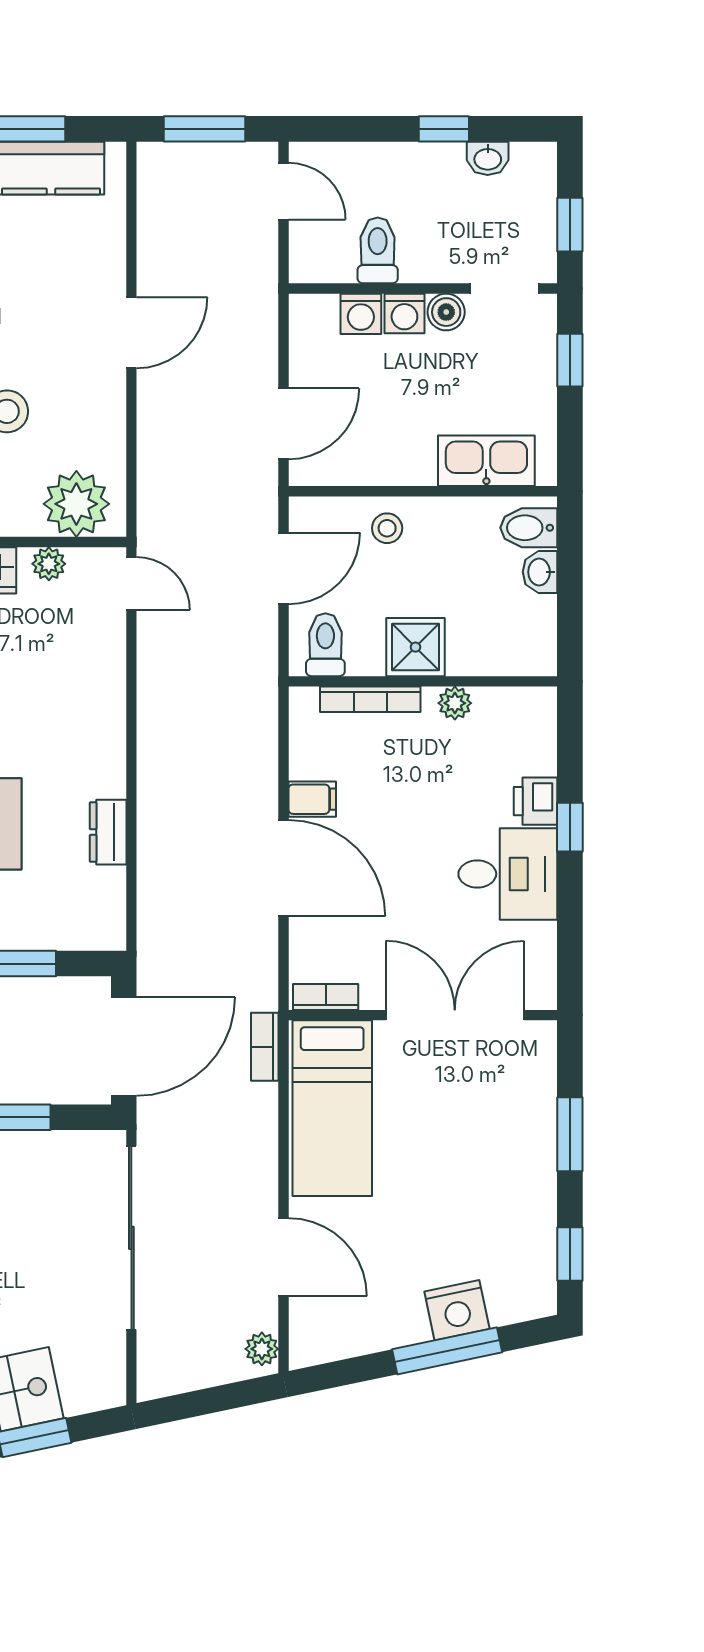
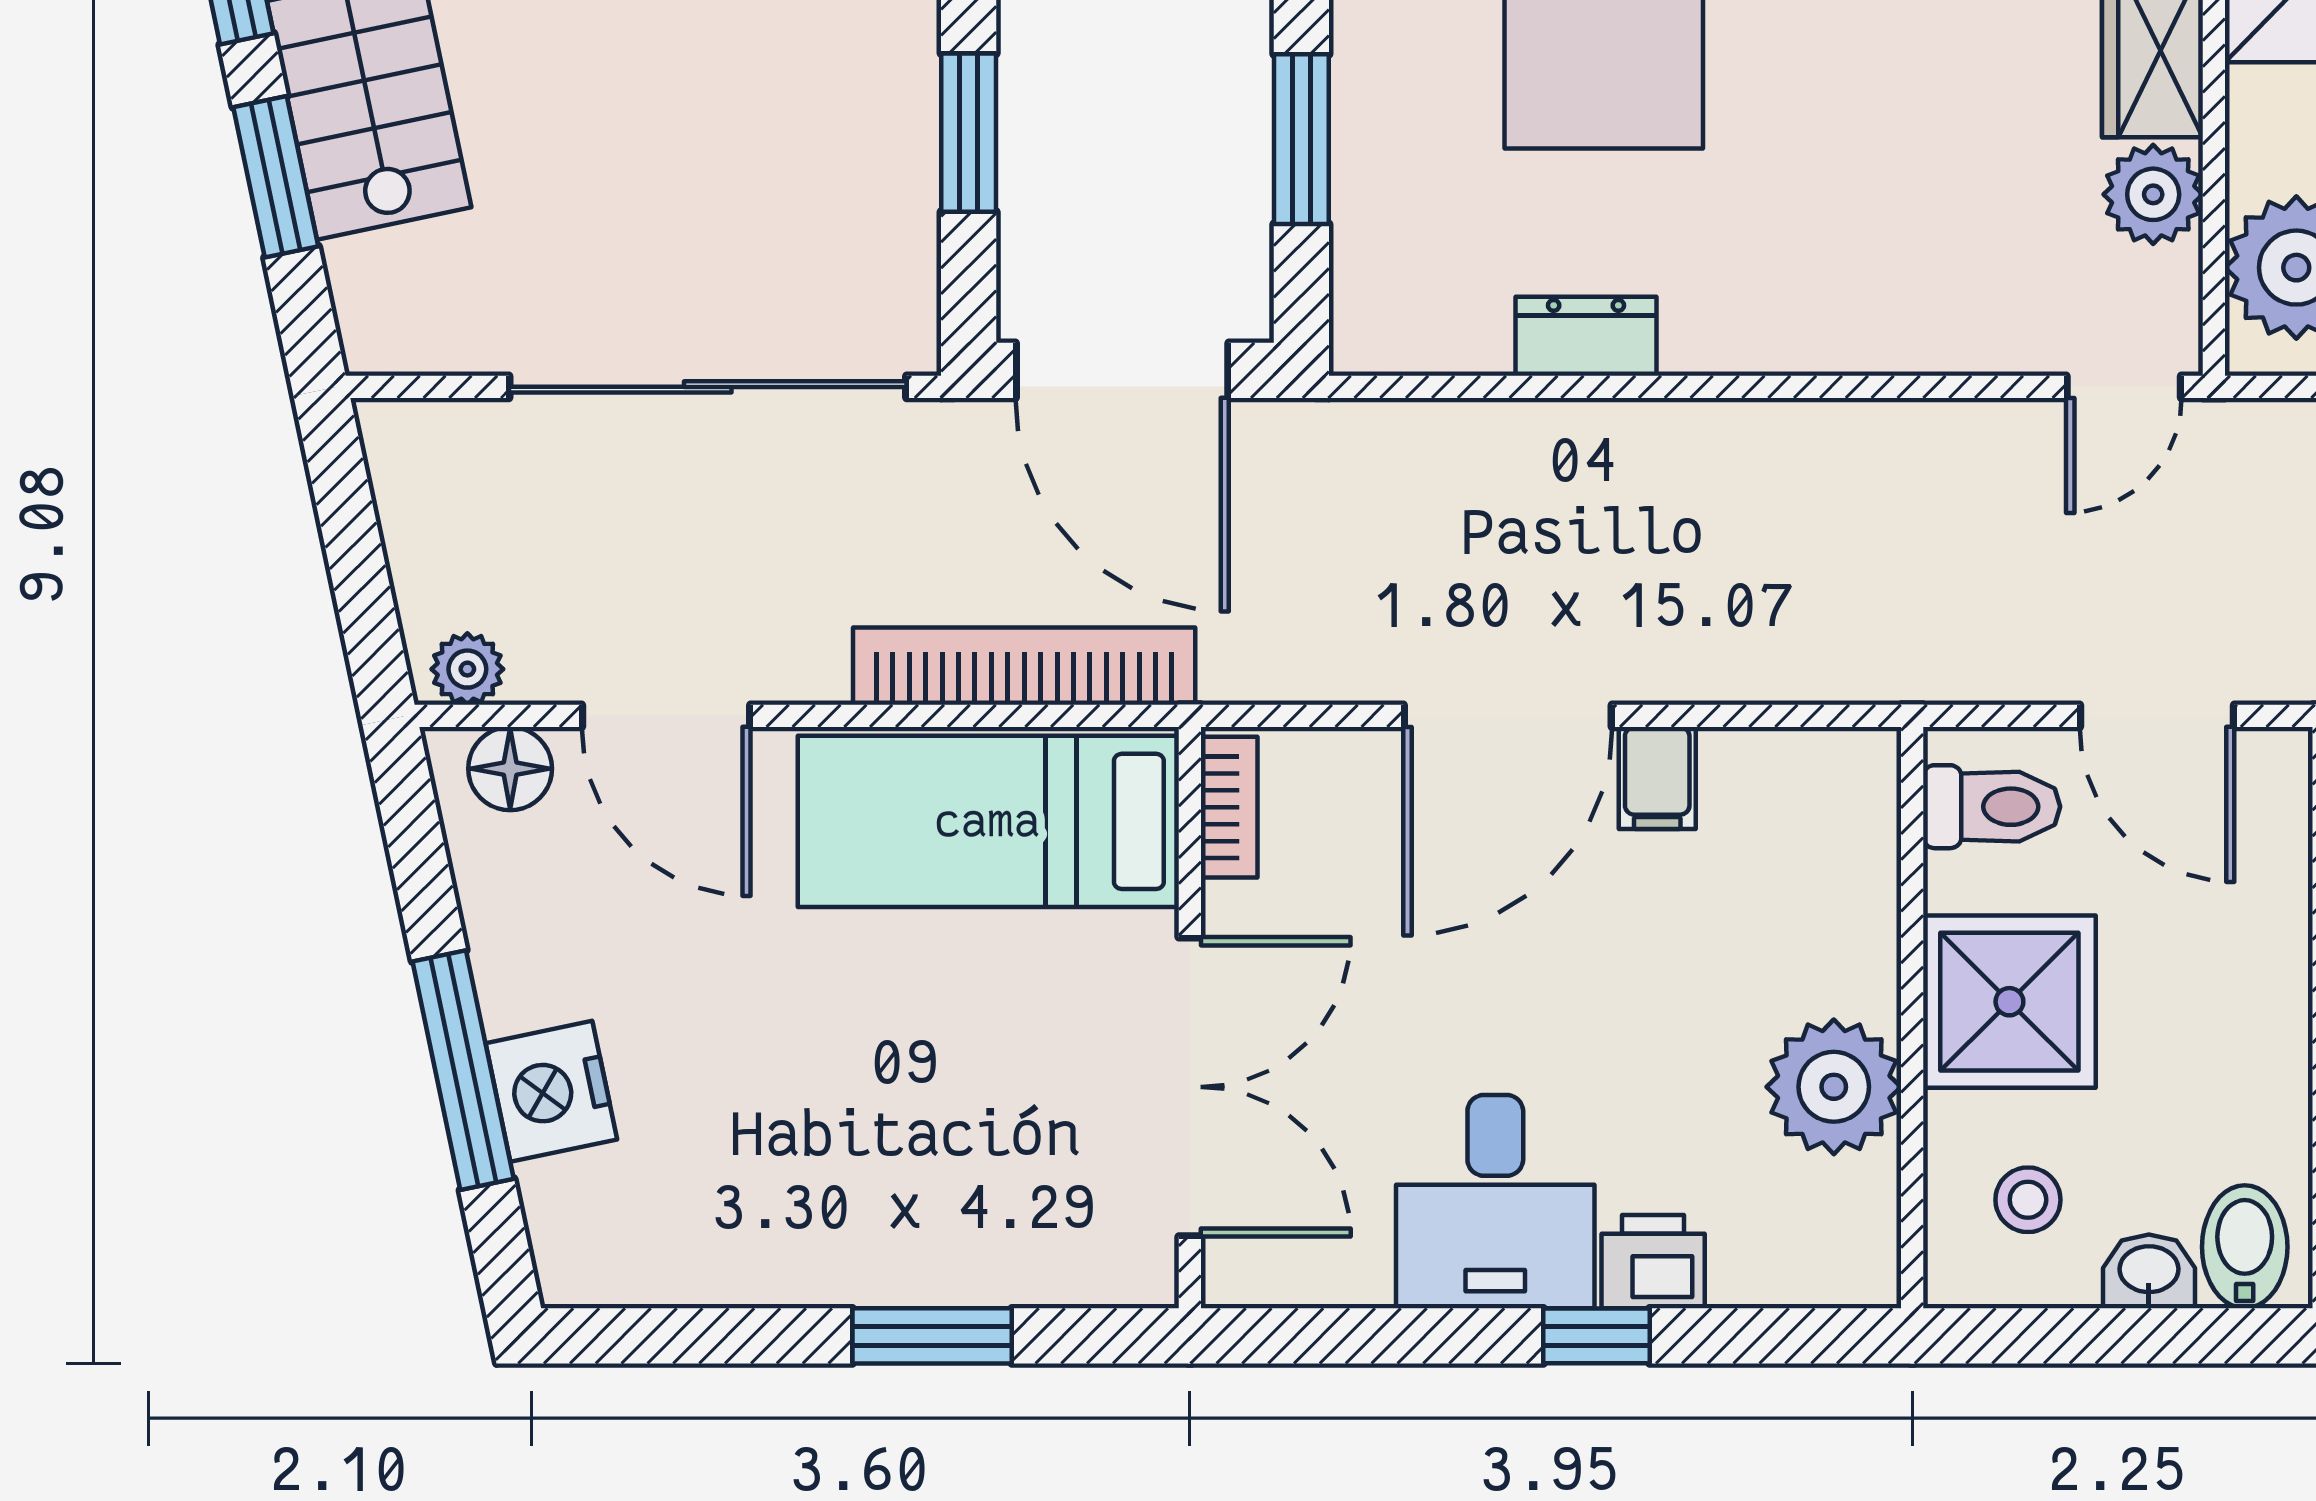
stool: (387, 528) -> (2028, 1200), moved
plant: (49, 564) -> (2153, 194), width x1.38, depth x1.38
shower: (415, 647) -> (2009, 1002), width x1.36, depth x1.36
bookcase: (370, 699) -> (1873, 904), removed
plant: (455, 703) -> (1834, 1087), width x1.88, depth x1.88
bookcase: (265, 1047) -> (1024, 666), width x2.31, depth x1.31
window: (570, 1254) -> (673, 1336), removed
door: (283, 1257) -> (666, 716), hinge flipped
floor lamp: (308, 1329) -> (510, 769), added

